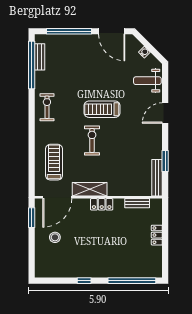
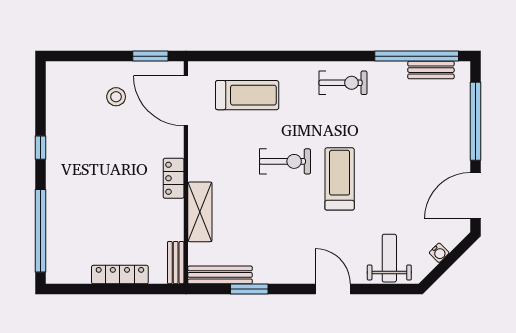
shelving: (90, 189) -> (200, 212), moved
bench: (137, 203) -> (176, 263), moved
locker: (157, 235) -> (120, 275), width x1.53

